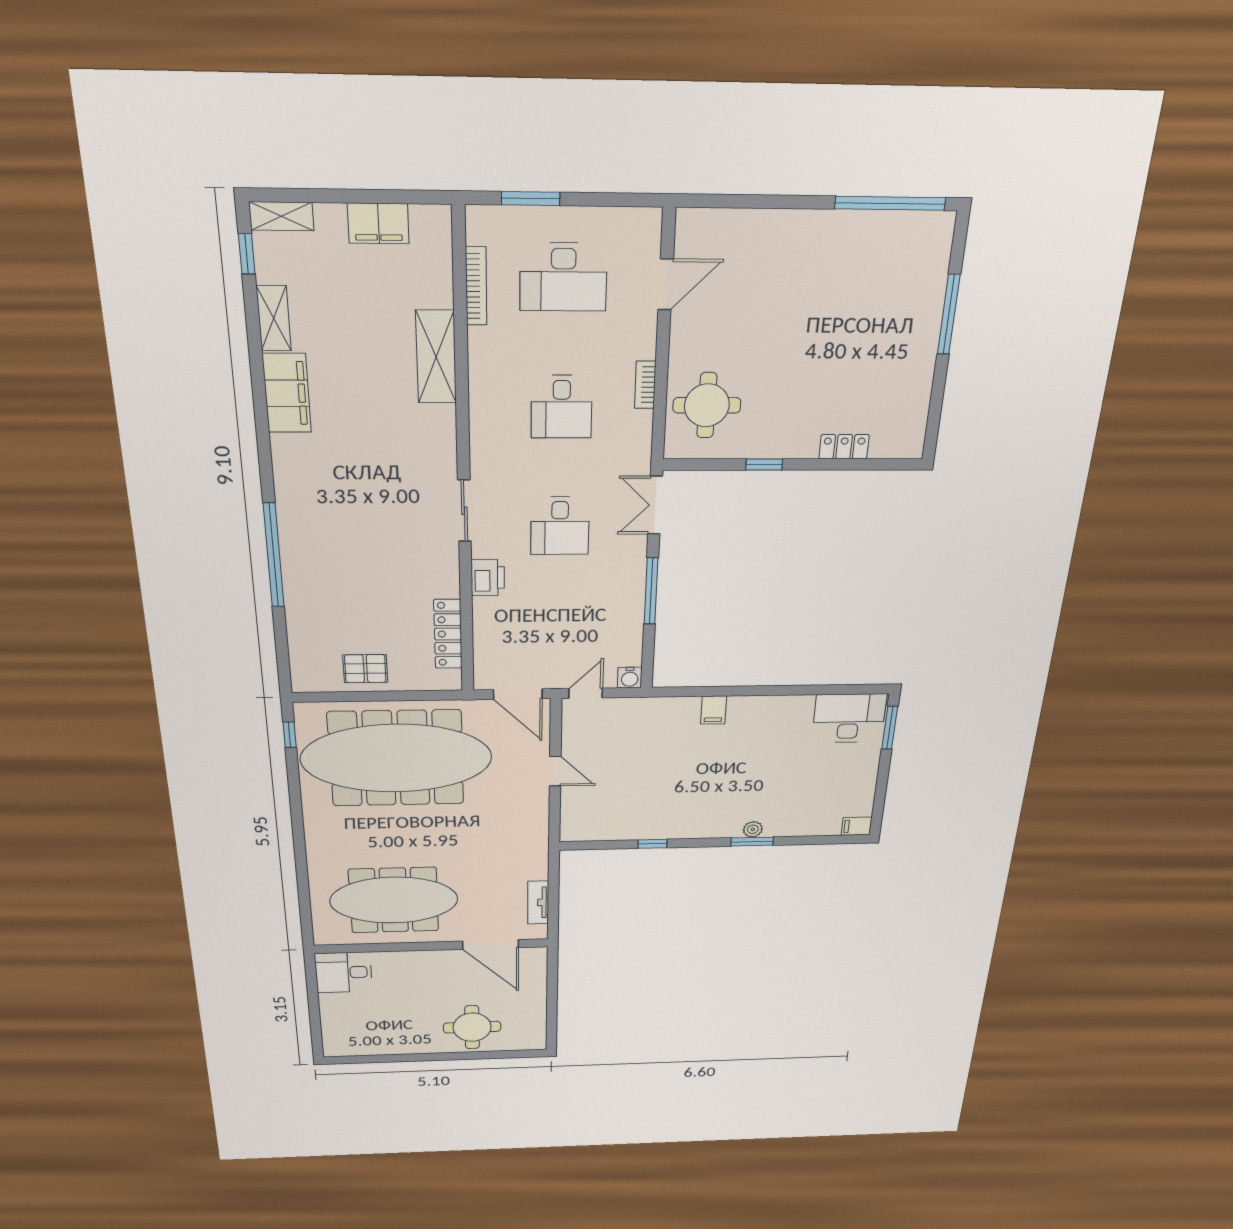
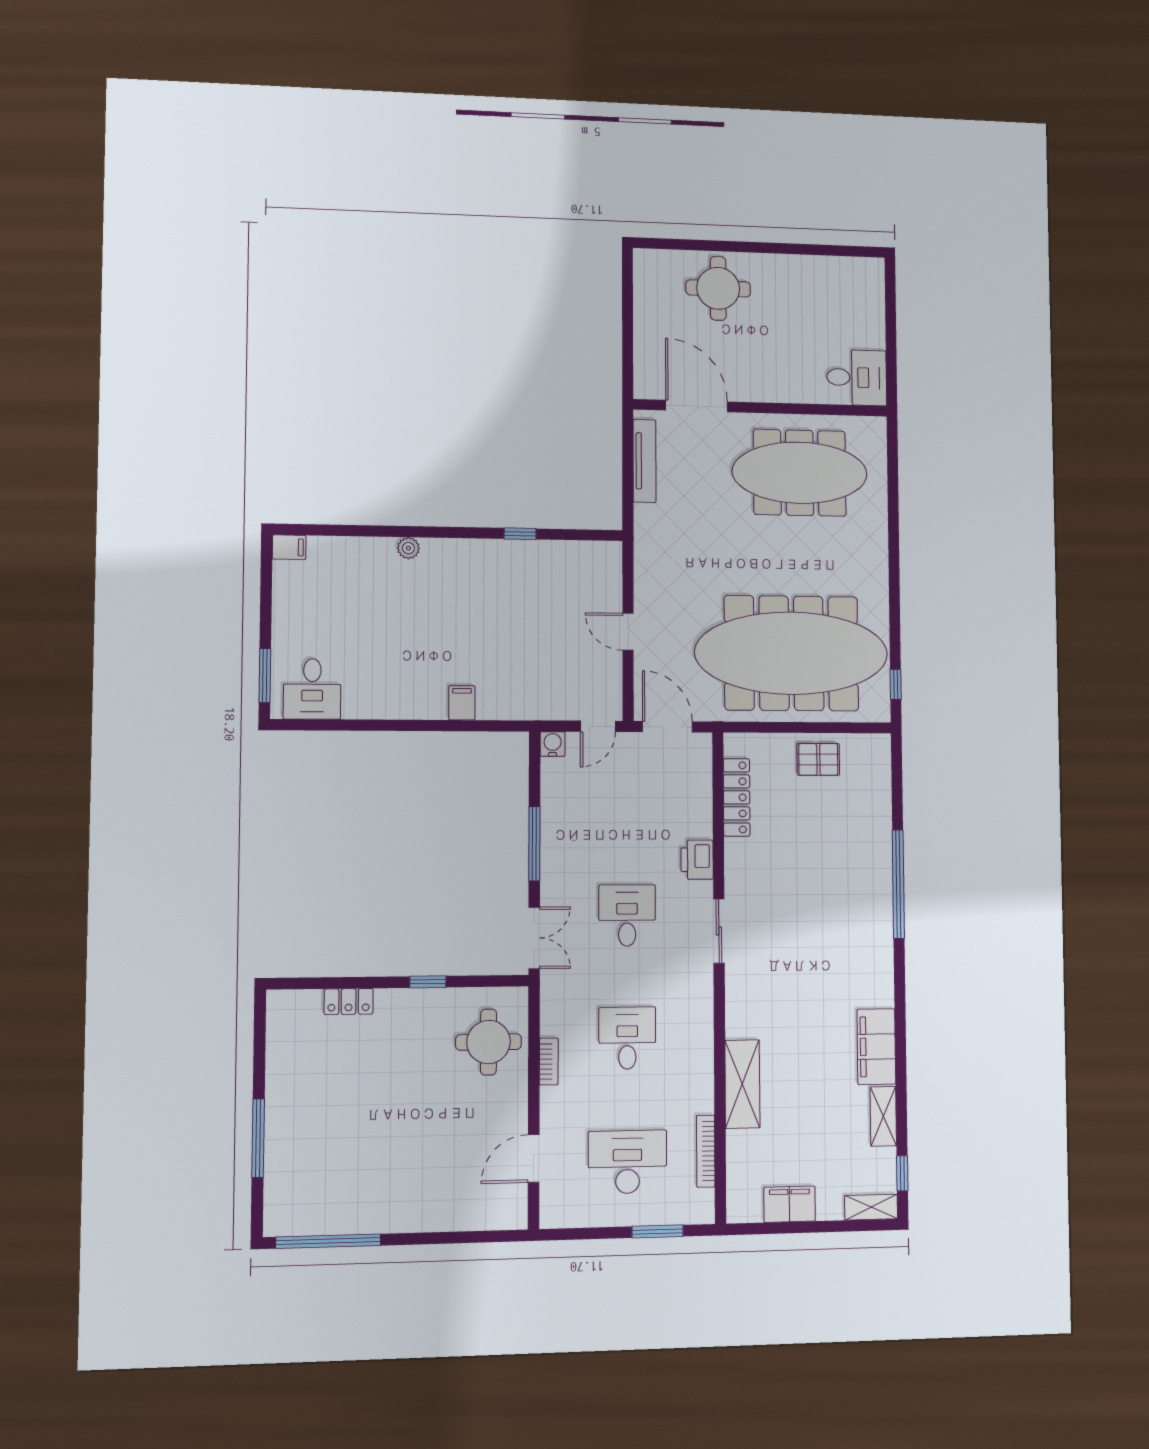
desk: (849, 718) -> (312, 689), width x0.73
window: (752, 842) -> (408, 532), removed
tv unit: (538, 902) -> (644, 461), width x1.41

